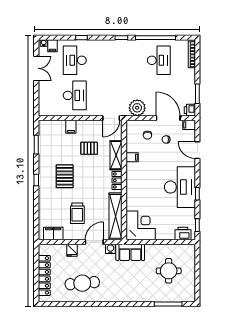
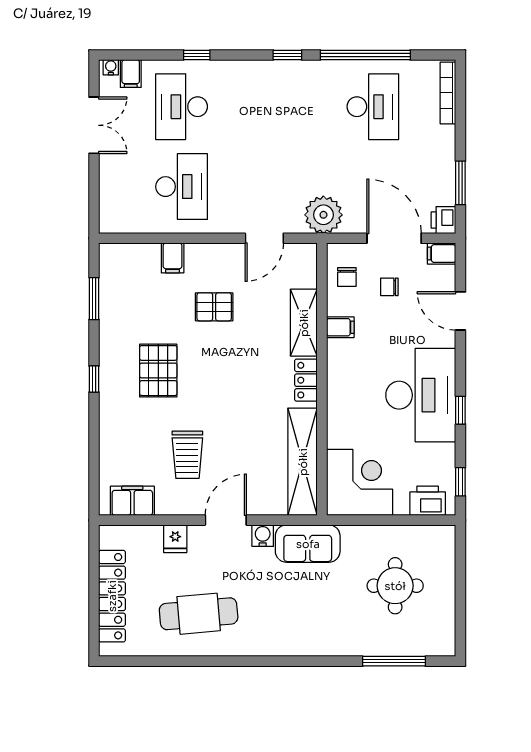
shelving: (116, 155) -> (304, 323), moved
filing cabinet: (132, 157) -> (340, 327), moved
locker: (117, 180) -> (306, 380), moved
wall: (124, 180) -> (322, 379), moved
shelving: (116, 216) -> (303, 462), moved
corner desk: (141, 225) -> (360, 482), moved

